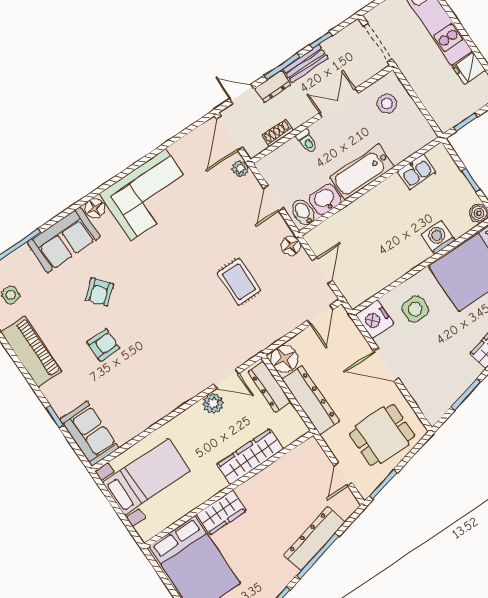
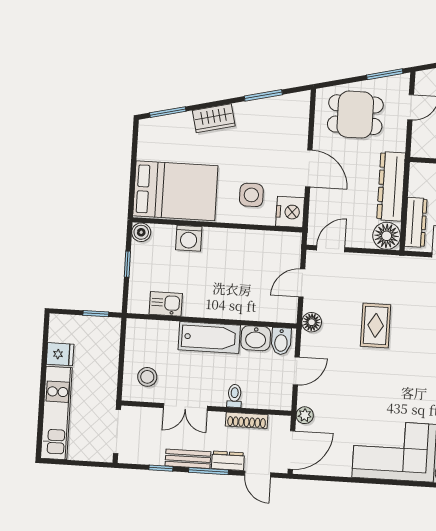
shoe rack: (278, 133) -> (247, 420), width x1.43

